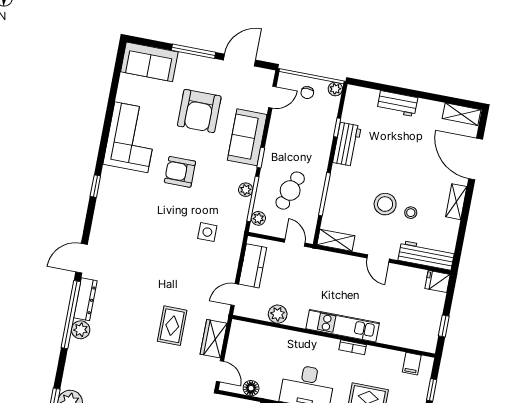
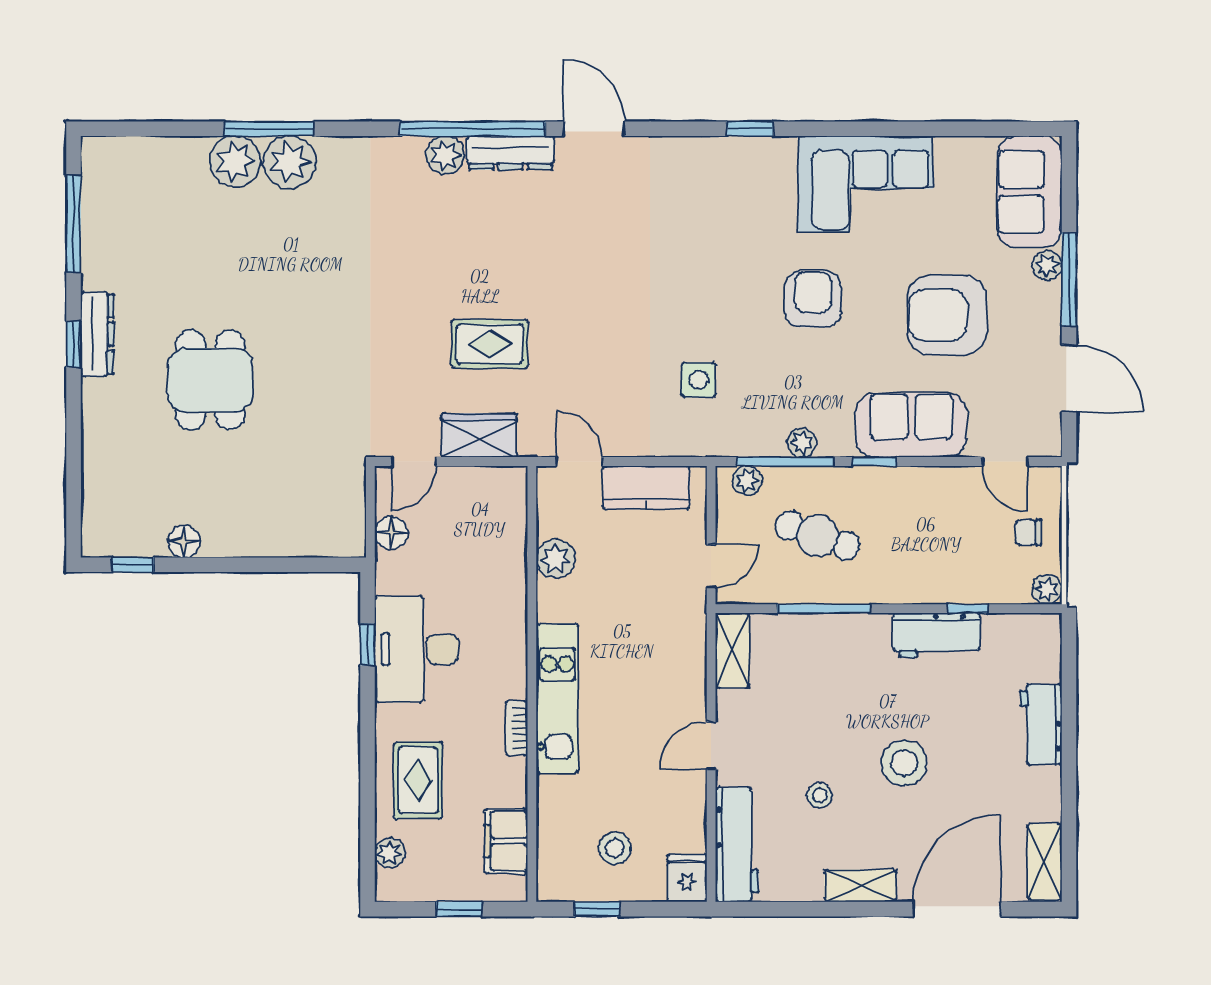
plant: (185, 60) -> (1047, 265), added
stool: (385, 204) -> (904, 763), moved
stool: (417, 312) -> (615, 848), added
filing cabinet: (412, 364) -> (506, 841), width x2.00

